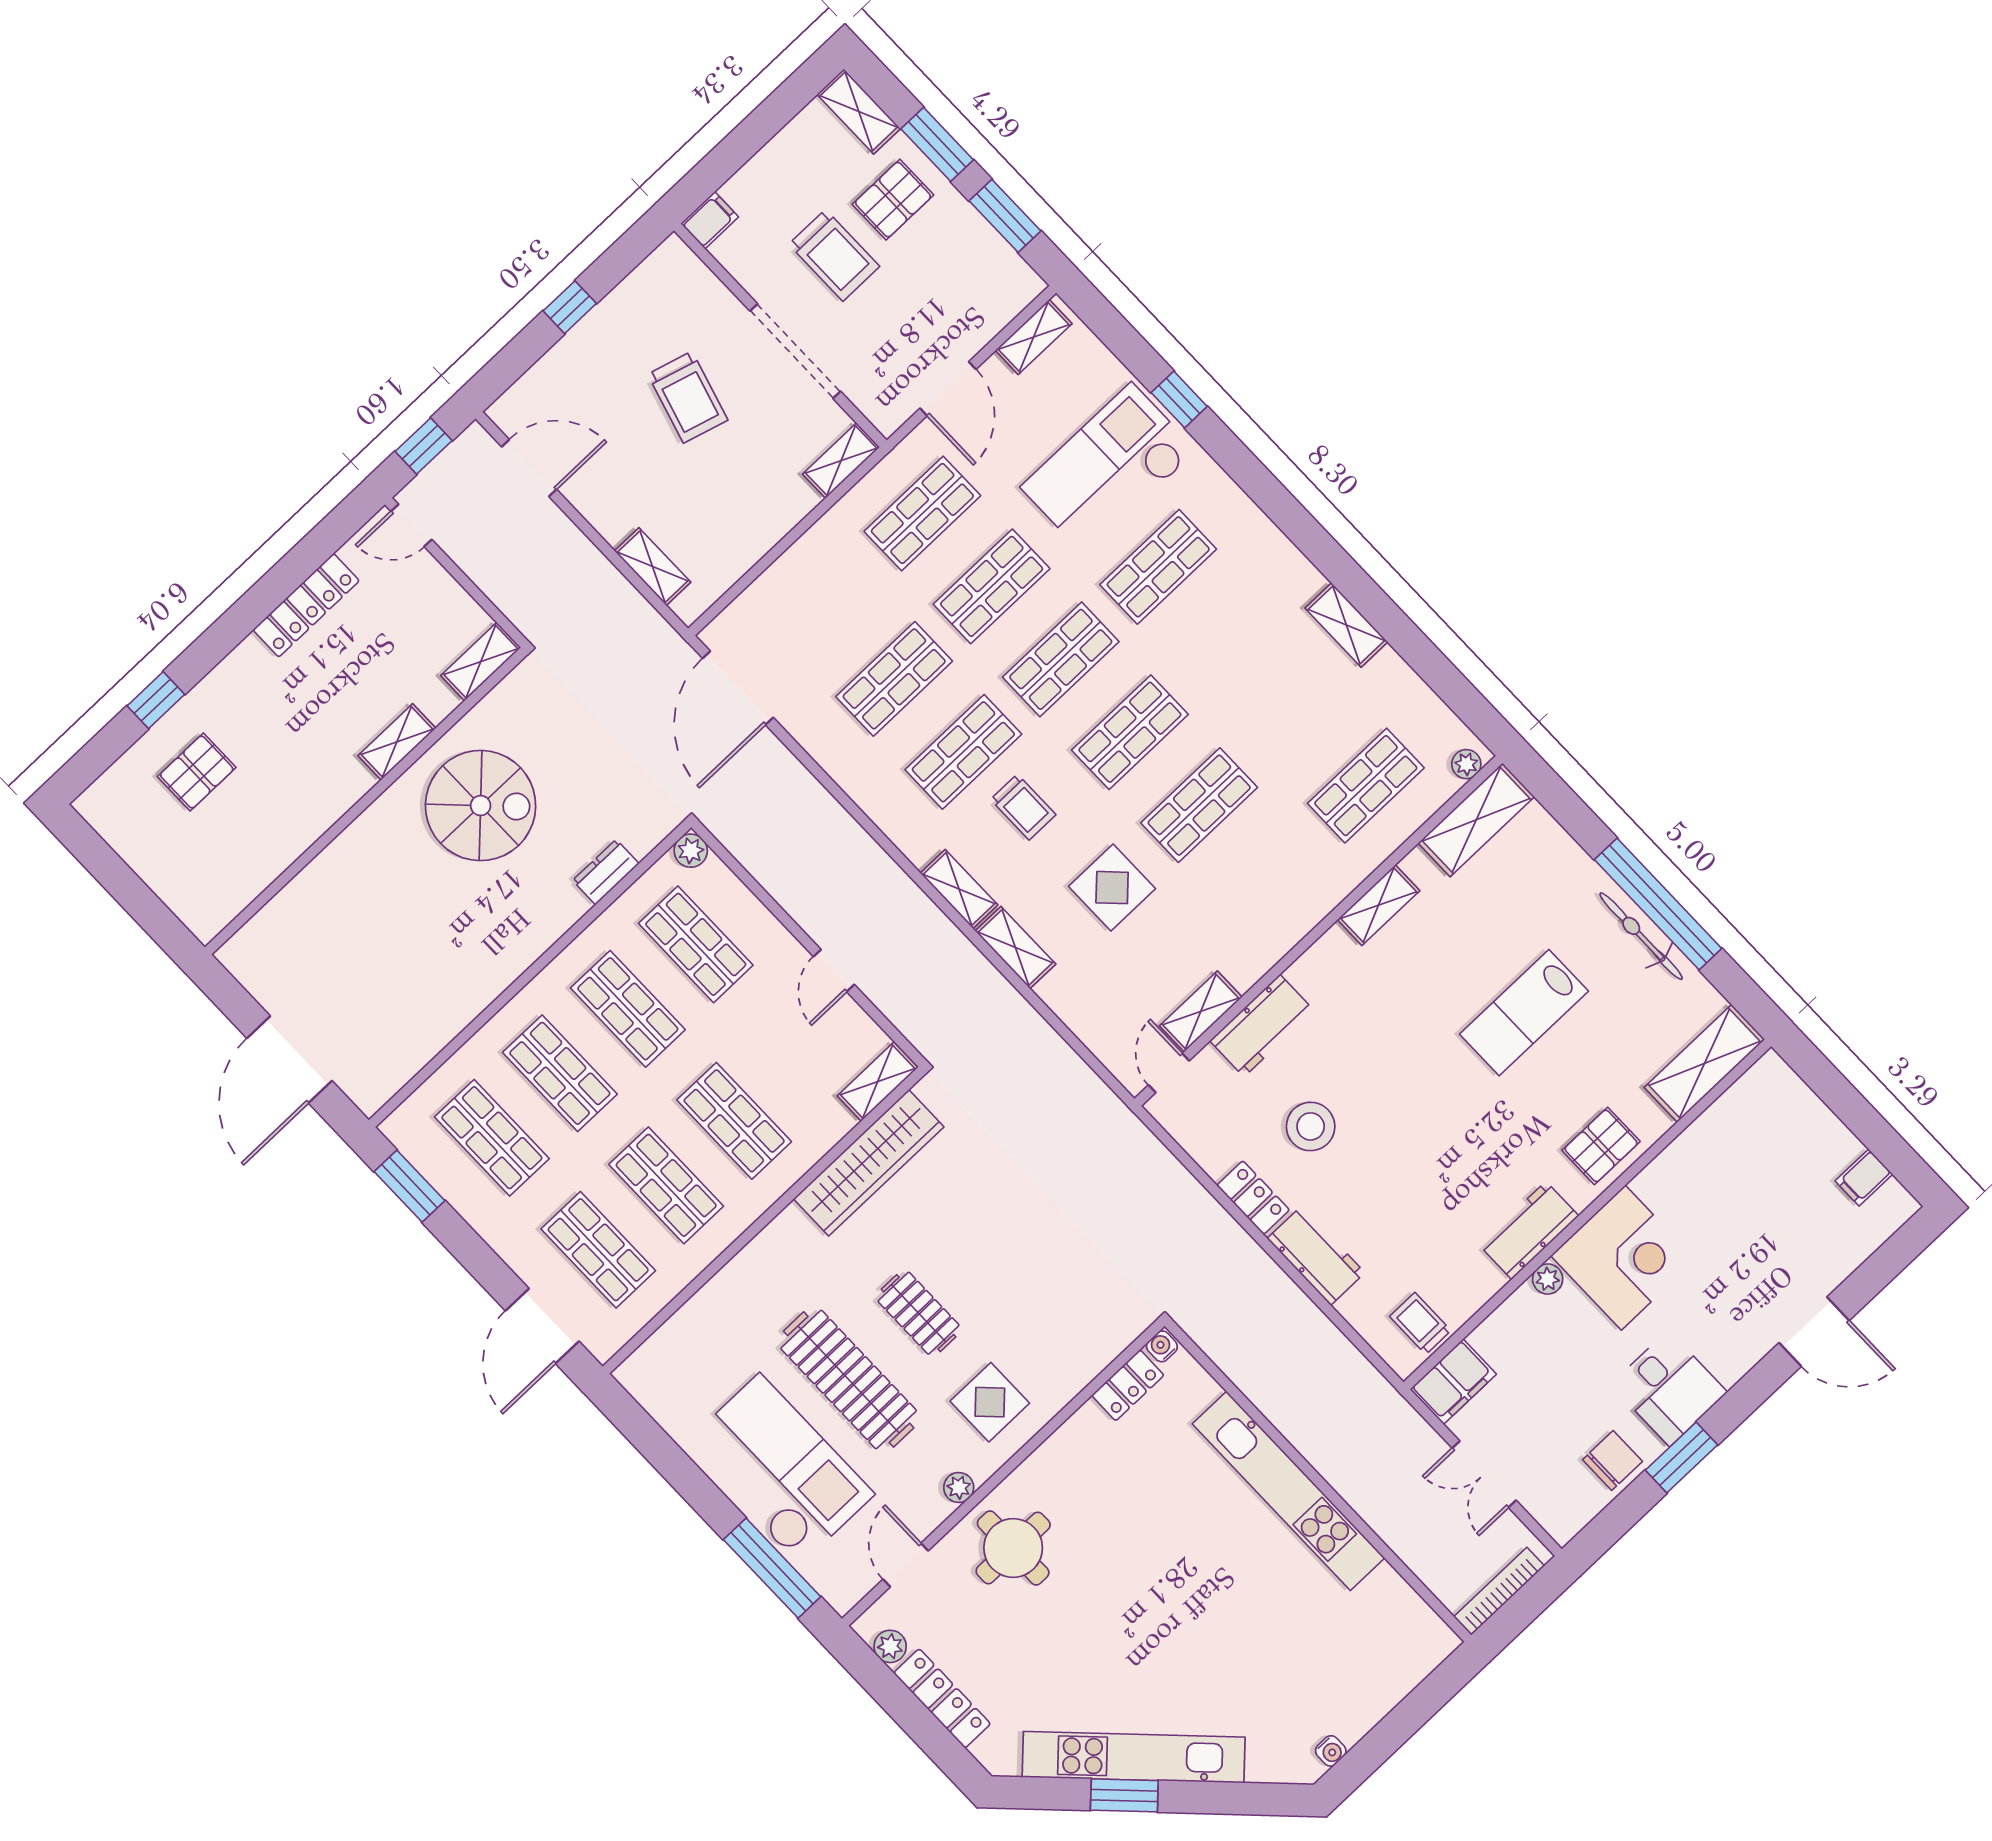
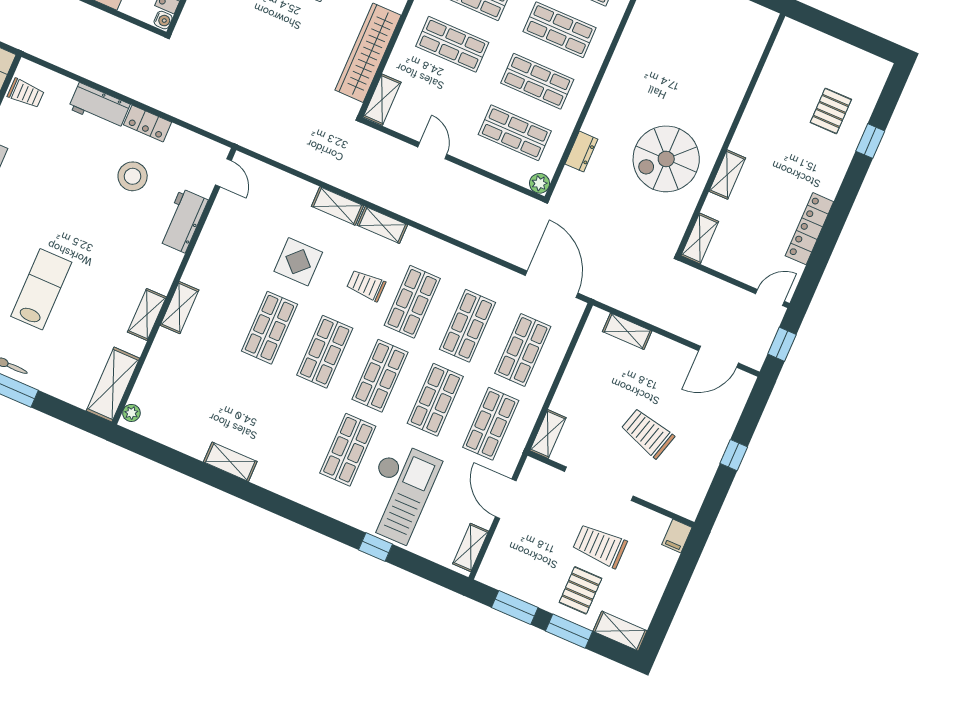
shop shelf: (1366, 786) -> (523, 350), moved
shelving: (1201, 1011) -> (179, 308), moved

